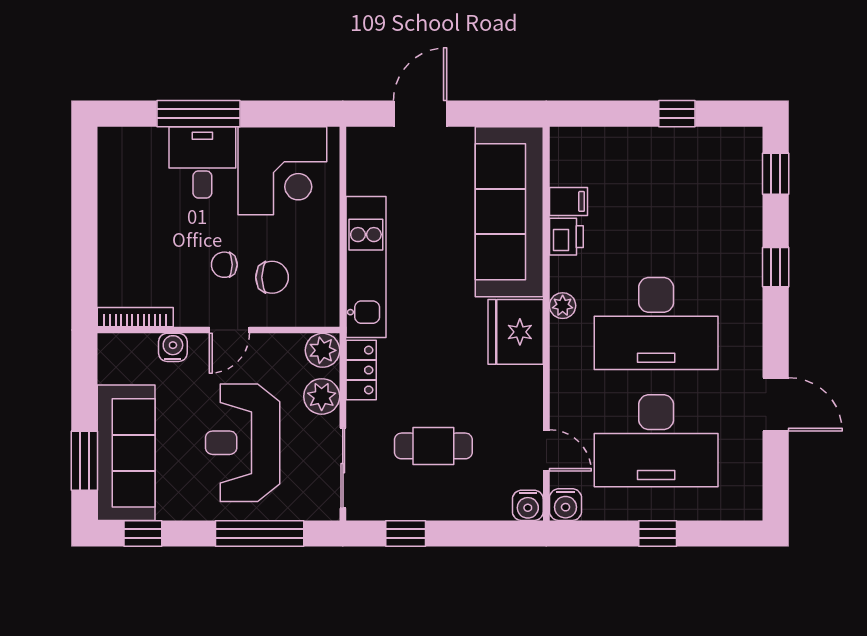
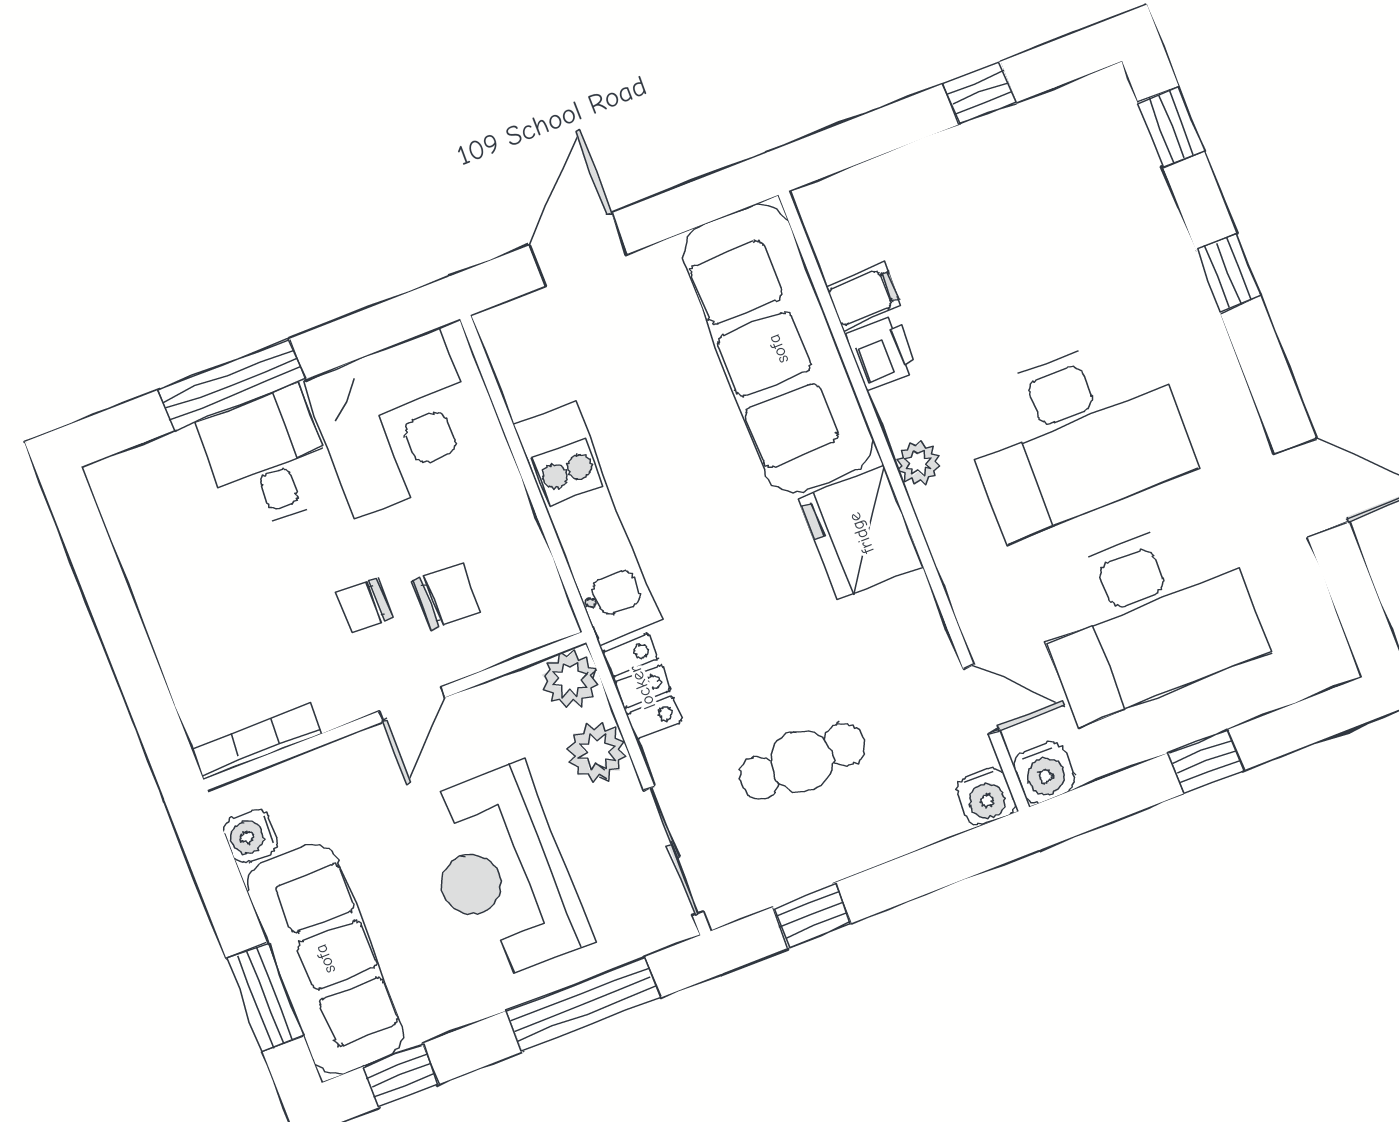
water cooler: (173, 347) -> (251, 836), moved, turned -90

